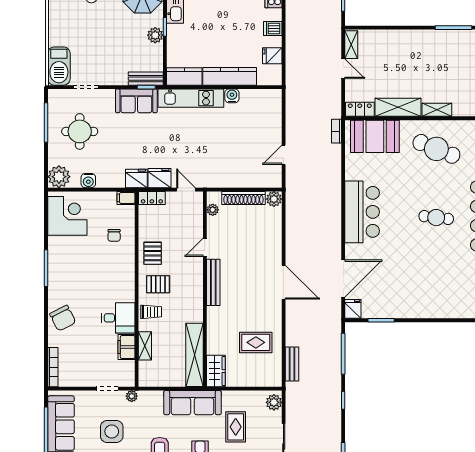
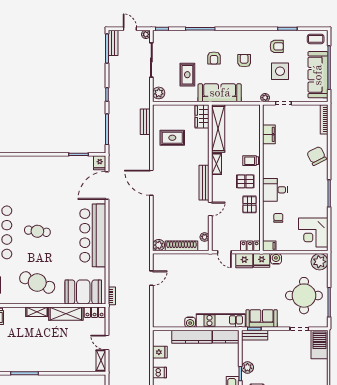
round table: (80, 131) -> (304, 296), width x1.36, depth x1.36
water cooler: (88, 181) -> (276, 259), moved
bar counter: (362, 212) -> (93, 235), width x1.36
desk: (118, 318) -> (275, 190), moved
shelving: (145, 346) -> (216, 164), moved

